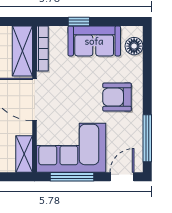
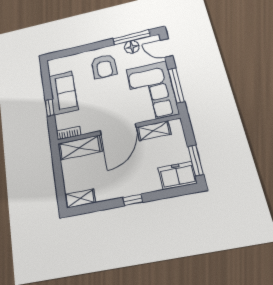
floor lamp: (134, 46) -> (132, 47), moved
bookcase: (42, 48) -> (69, 133), width x0.64
shelving: (24, 154) -> (154, 131), moved

